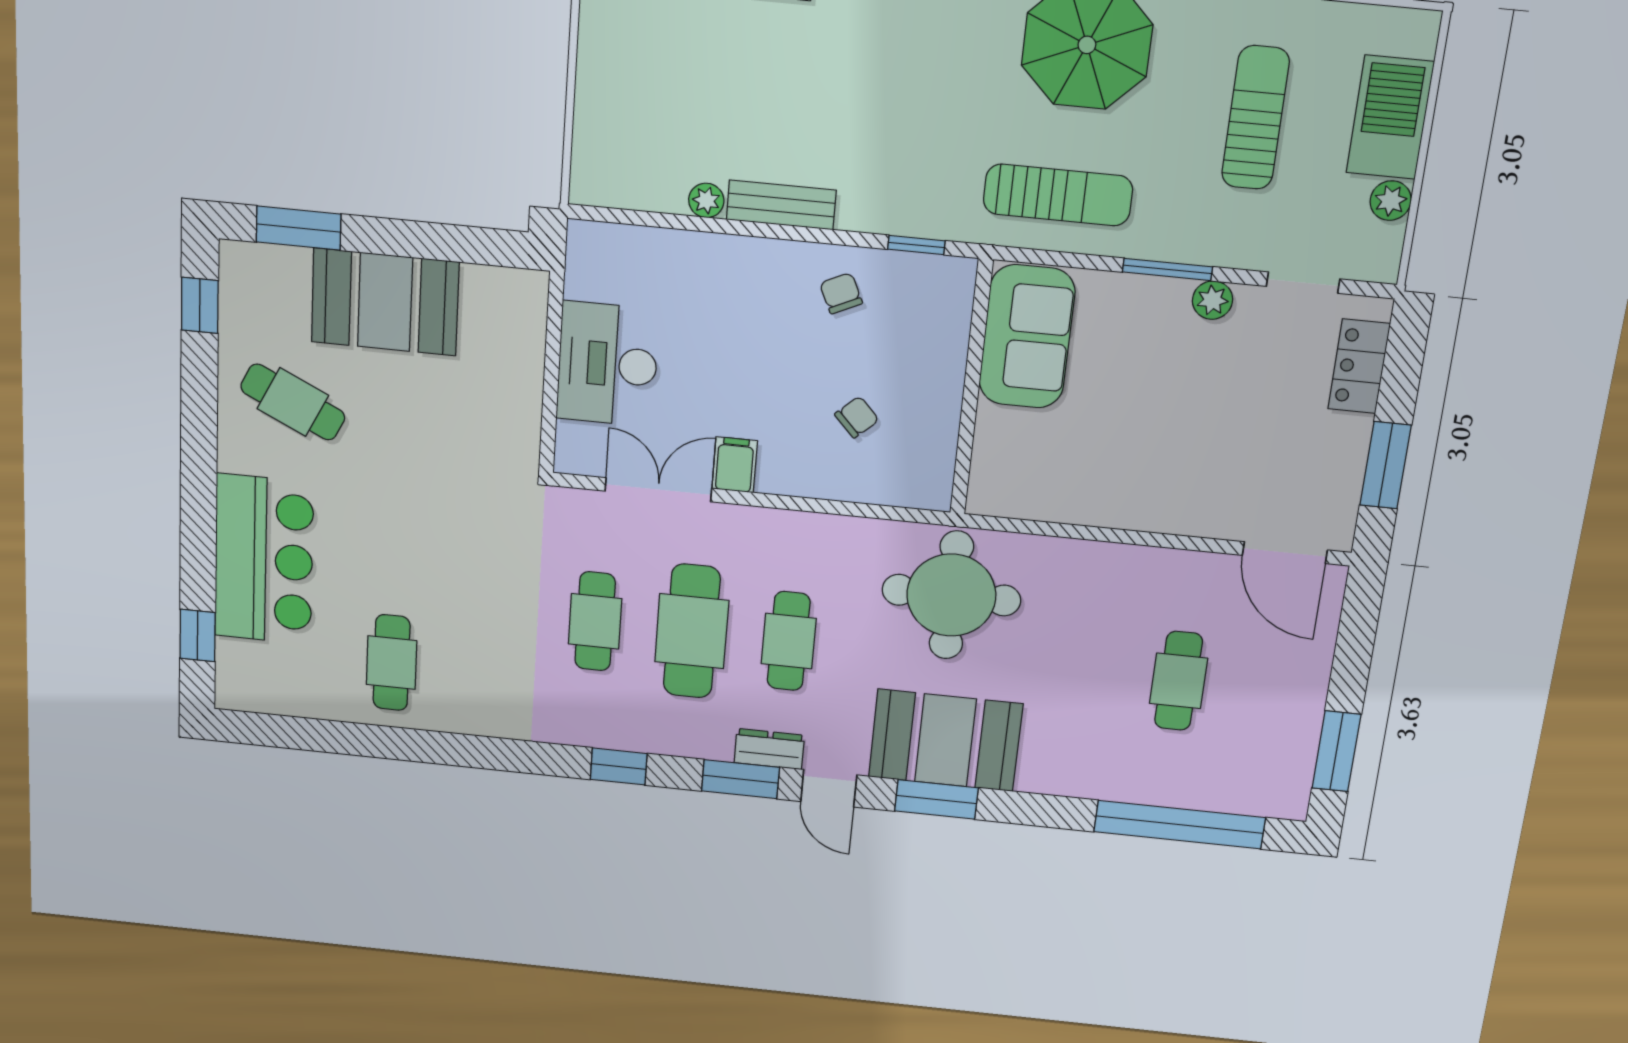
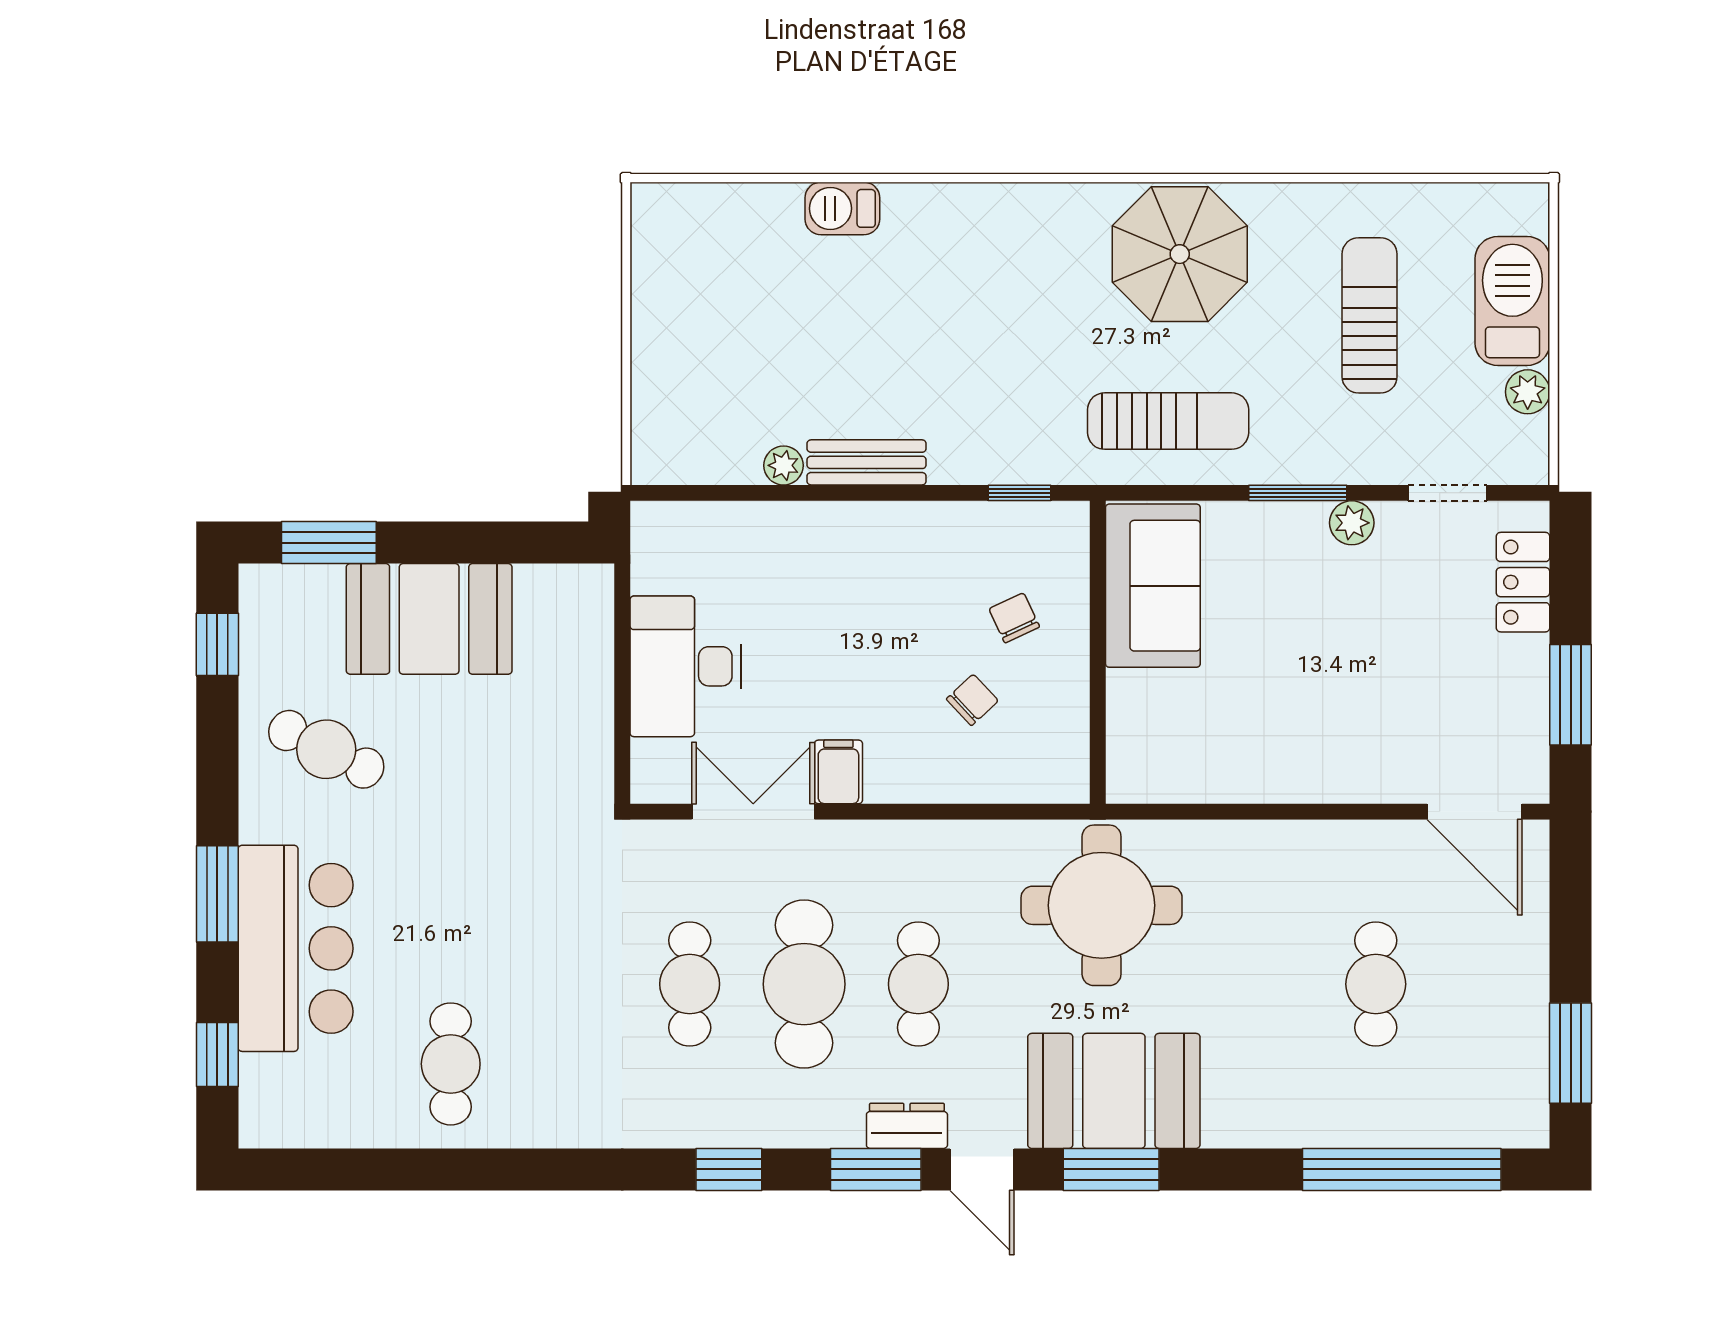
chair: (841, 293) -> (1014, 618), moved
window: (198, 510) -> (217, 894), added

